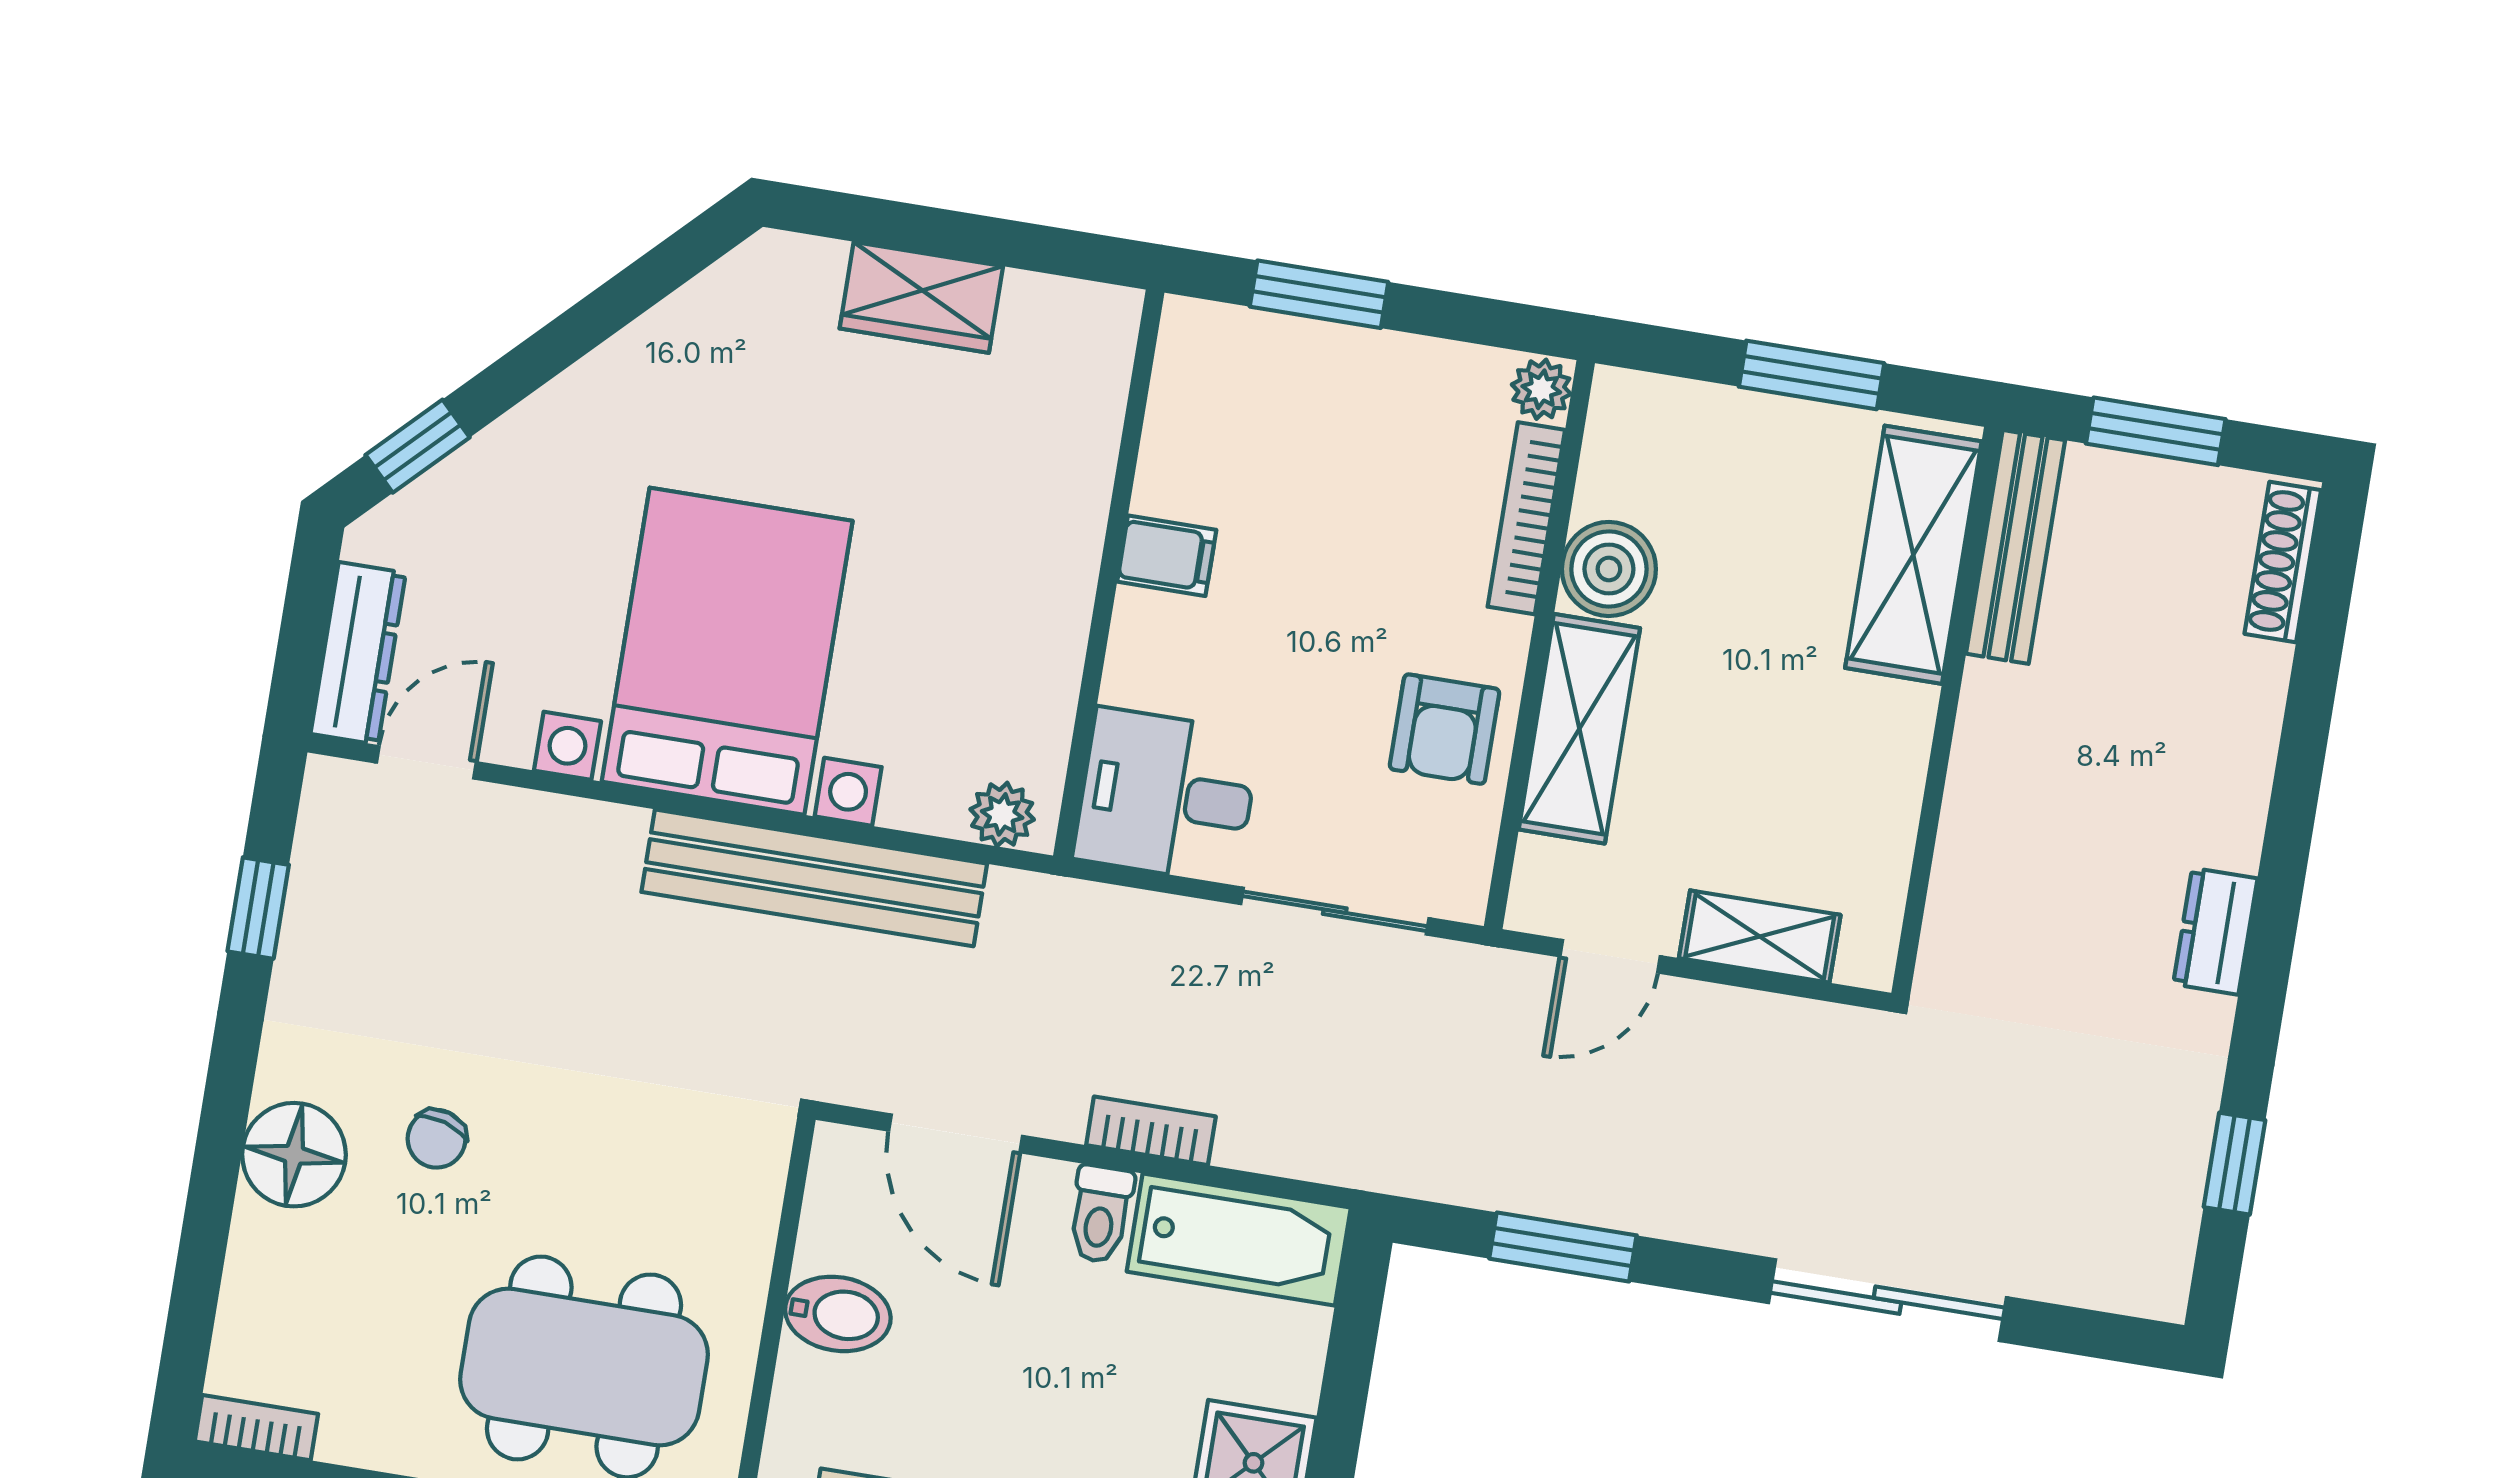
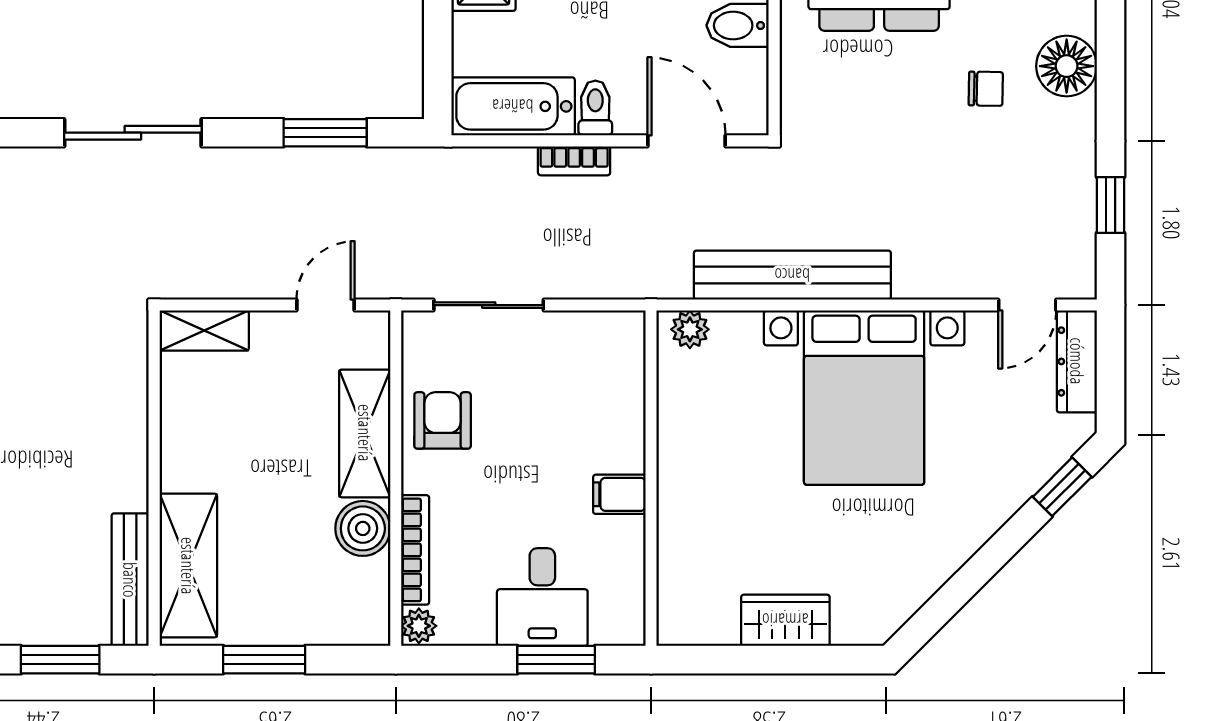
desk: (1167, 796) -> (542, 597), moved, turned 90
shelving: (1760, 936) -> (204, 331), moved
chair: (437, 1139) -> (986, 89), turned 74

